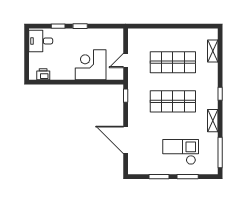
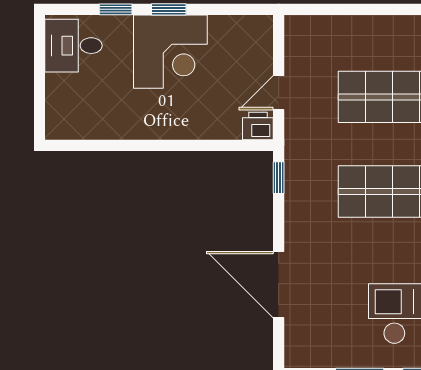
corner desk: (91, 65) -> (170, 52), moved, turned 180
printer: (43, 74) -> (258, 126), moved

